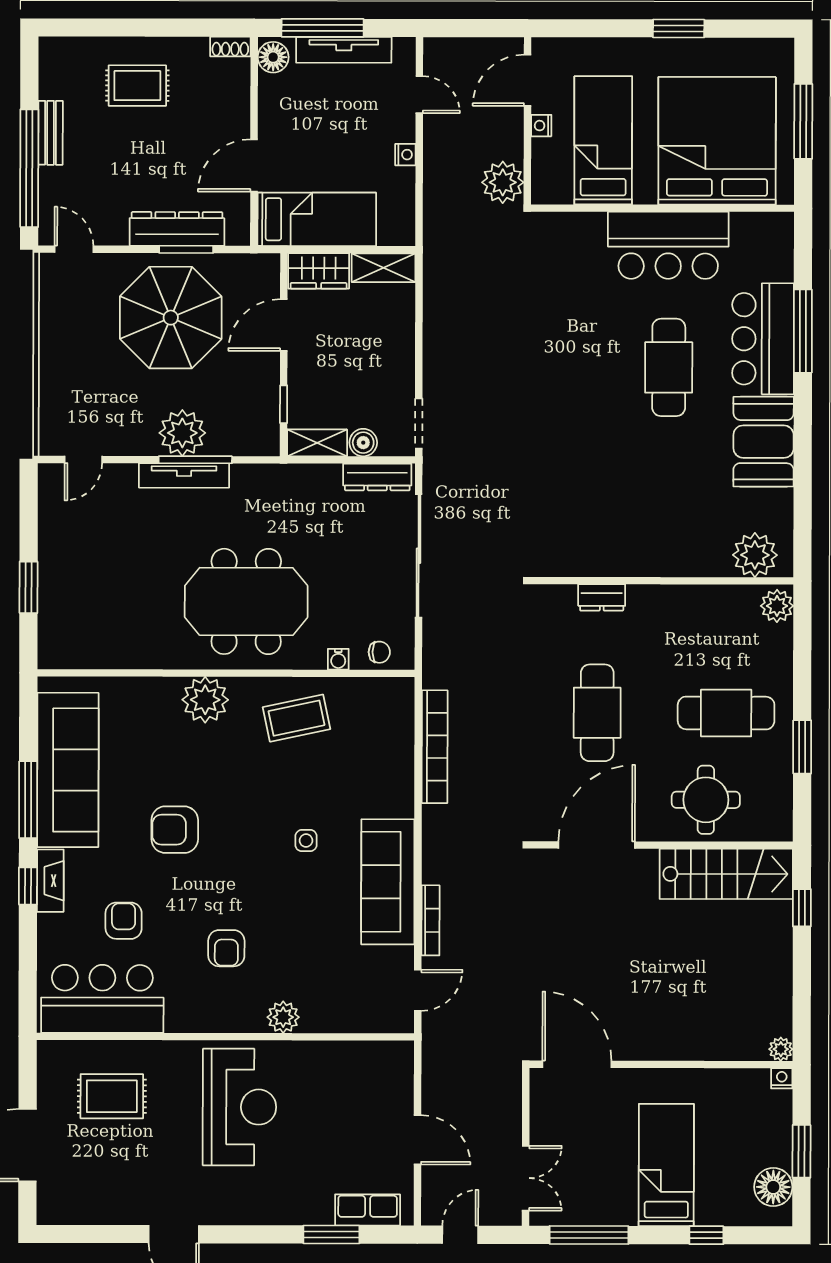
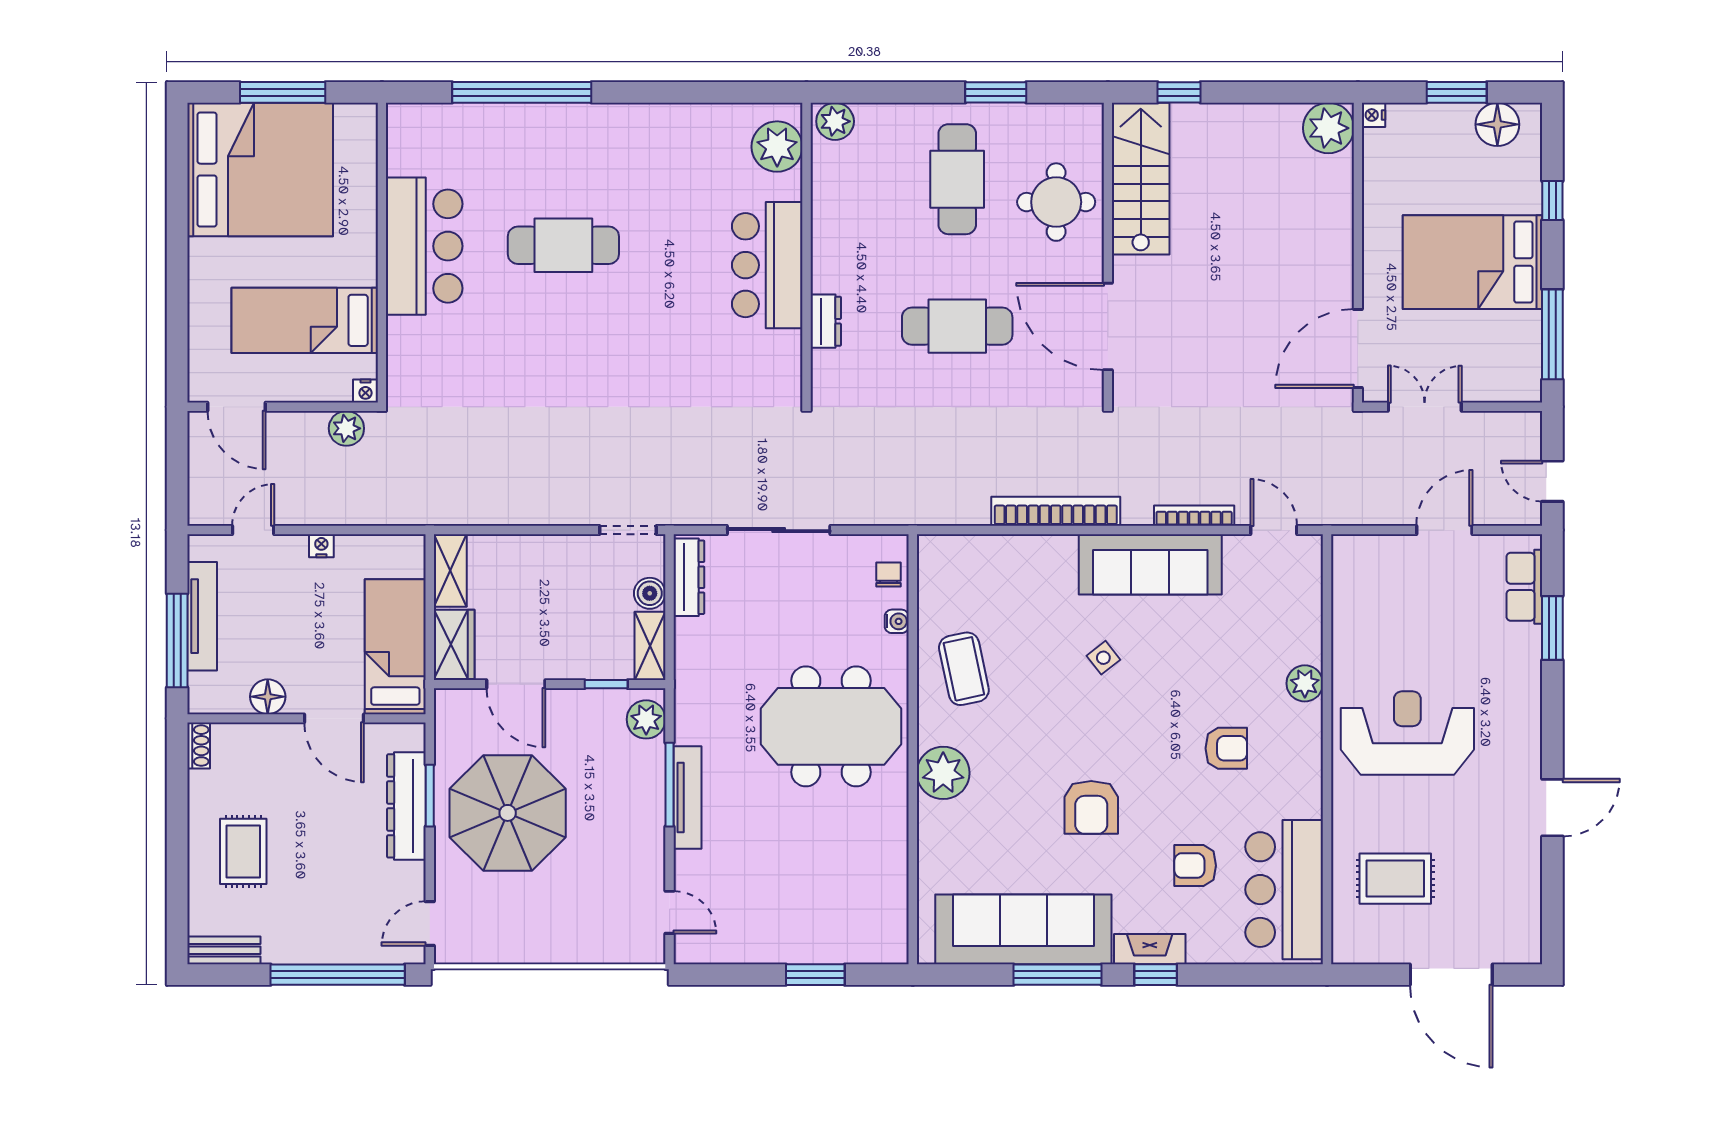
window: (679, 28) -> (177, 235), removed
floor lamp: (273, 57) -> (268, 697), moved
nightstand: (541, 126) -> (365, 391), moved
bench: (51, 133) -> (224, 950), moved
bed: (717, 141) -> (260, 170), moved, turned 180
plant: (503, 182) -> (346, 428), width x0.73, depth x0.73
window: (803, 331) -> (522, 92), width x1.46
bar counter: (763, 339) -> (767, 265), moved, turned 90
plant: (182, 433) -> (646, 719), moved, width x0.73, depth x0.73
booth: (764, 442) -> (648, 137), removed
sliding door: (419, 556) -> (779, 530), width x0.73
meeting table: (246, 601) -> (831, 726), turned 90
bookcase: (435, 747) -> (1056, 511), moved
side table: (306, 841) -> (1103, 658), turned -38
plant: (781, 1049) -> (1328, 128), width x1.88, depth x1.88
rug: (112, 1096) -> (1395, 879), turned 90
bed: (666, 1165) -> (1472, 262), width x1.50
double door: (526, 1178) -> (1425, 407), moved

